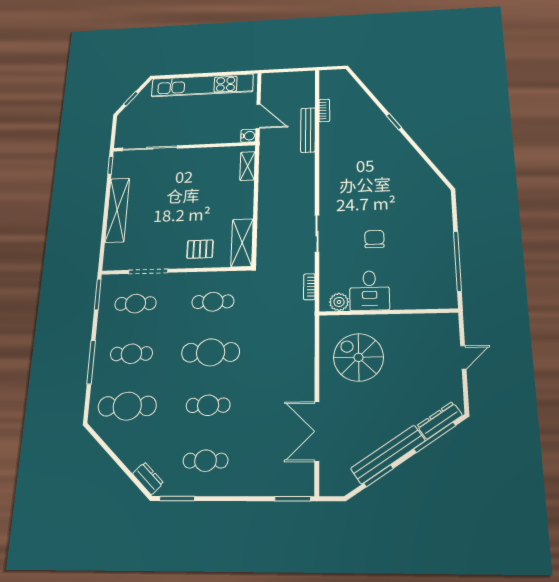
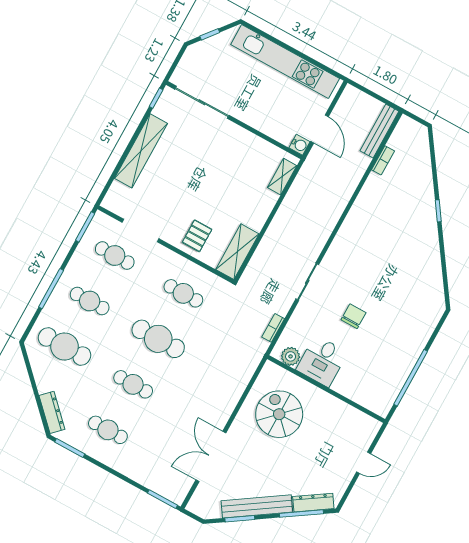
bench: (308, 130) -> (379, 131), moved
pallet: (200, 249) -> (197, 236), turned 90
dresser: (148, 478) -> (52, 412), width x1.44

